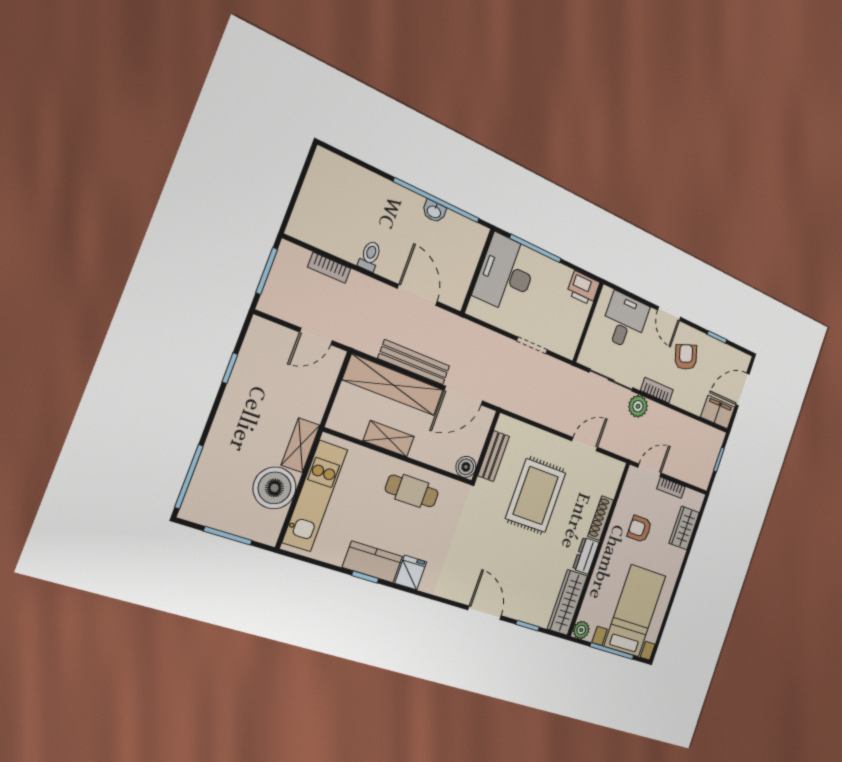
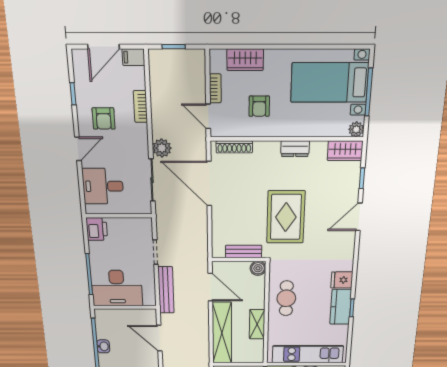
door: (417, 295) -> (159, 338), hinge flipped
armchair: (686, 357) -> (104, 118), turned -70
bench: (414, 362) -> (166, 290), moved
door: (743, 389) -> (103, 47), hinge flipped
bookcase: (657, 390) -> (140, 107), moved
filing cabinet: (718, 412) -> (133, 57), width x0.50
door: (585, 444) -> (209, 184), width x1.88
rug: (536, 496) -> (286, 217), moved, turned 90
shoe rack: (601, 518) -> (234, 147), moved
wardrobe: (567, 602) -> (345, 151), width x0.67

